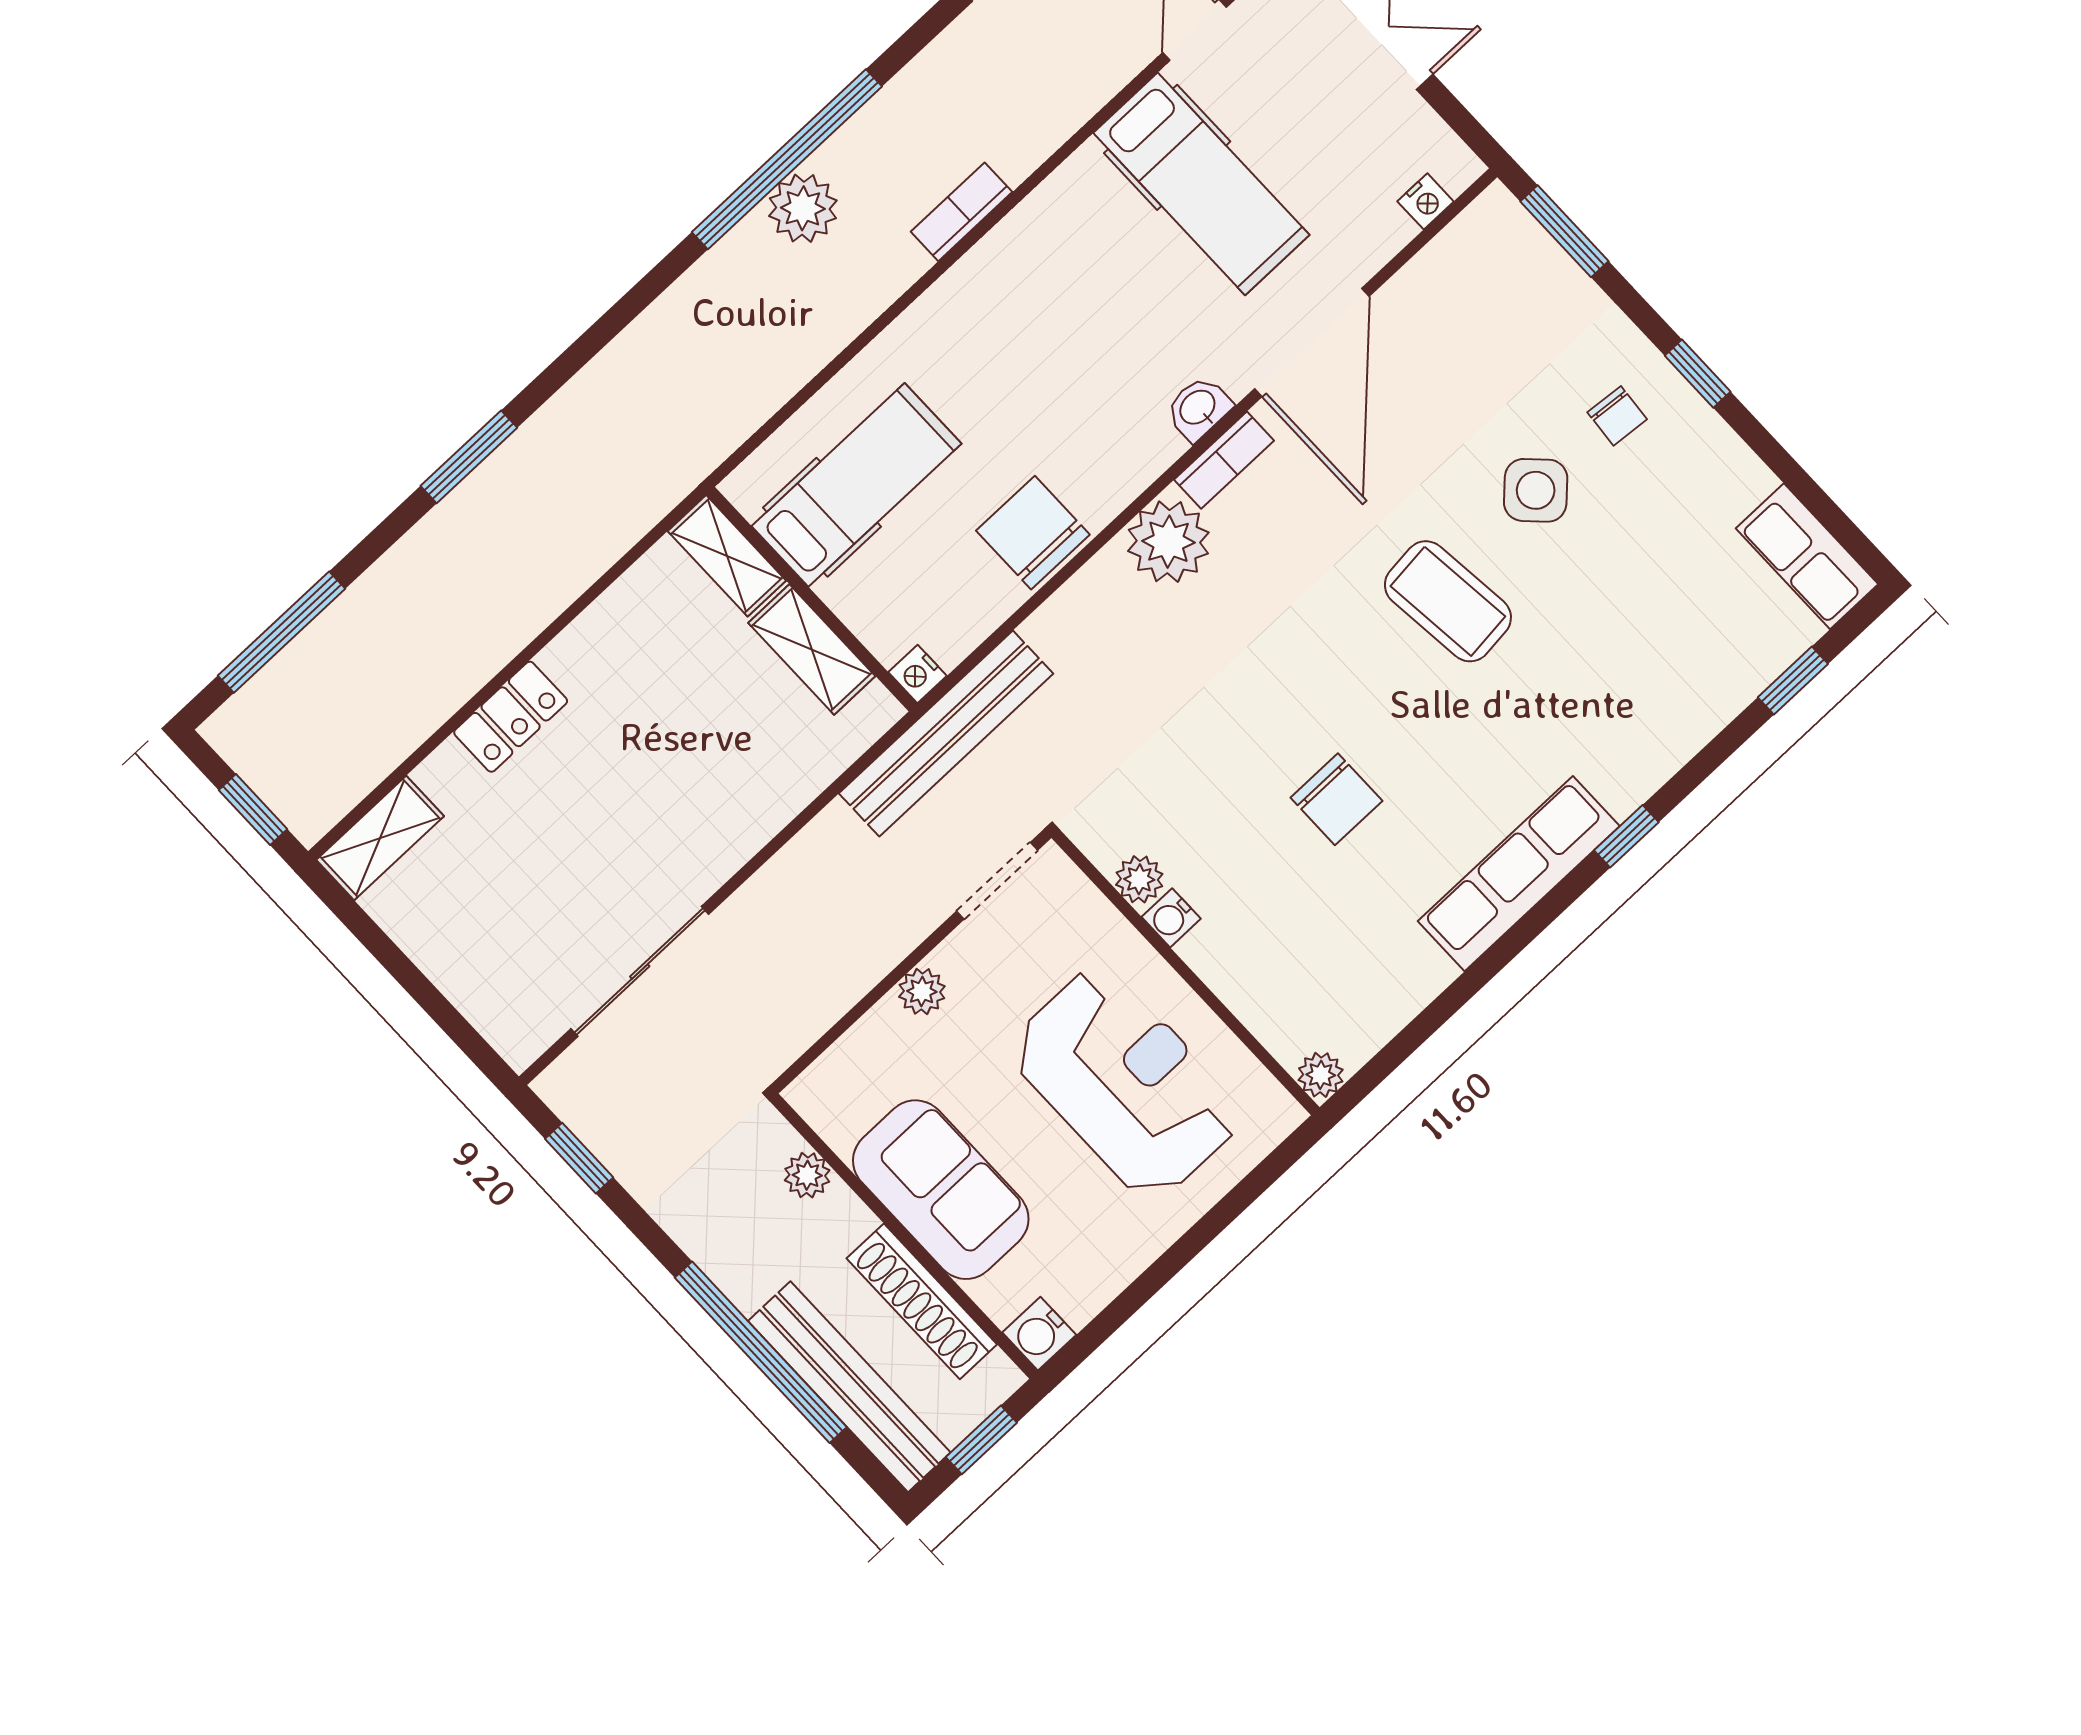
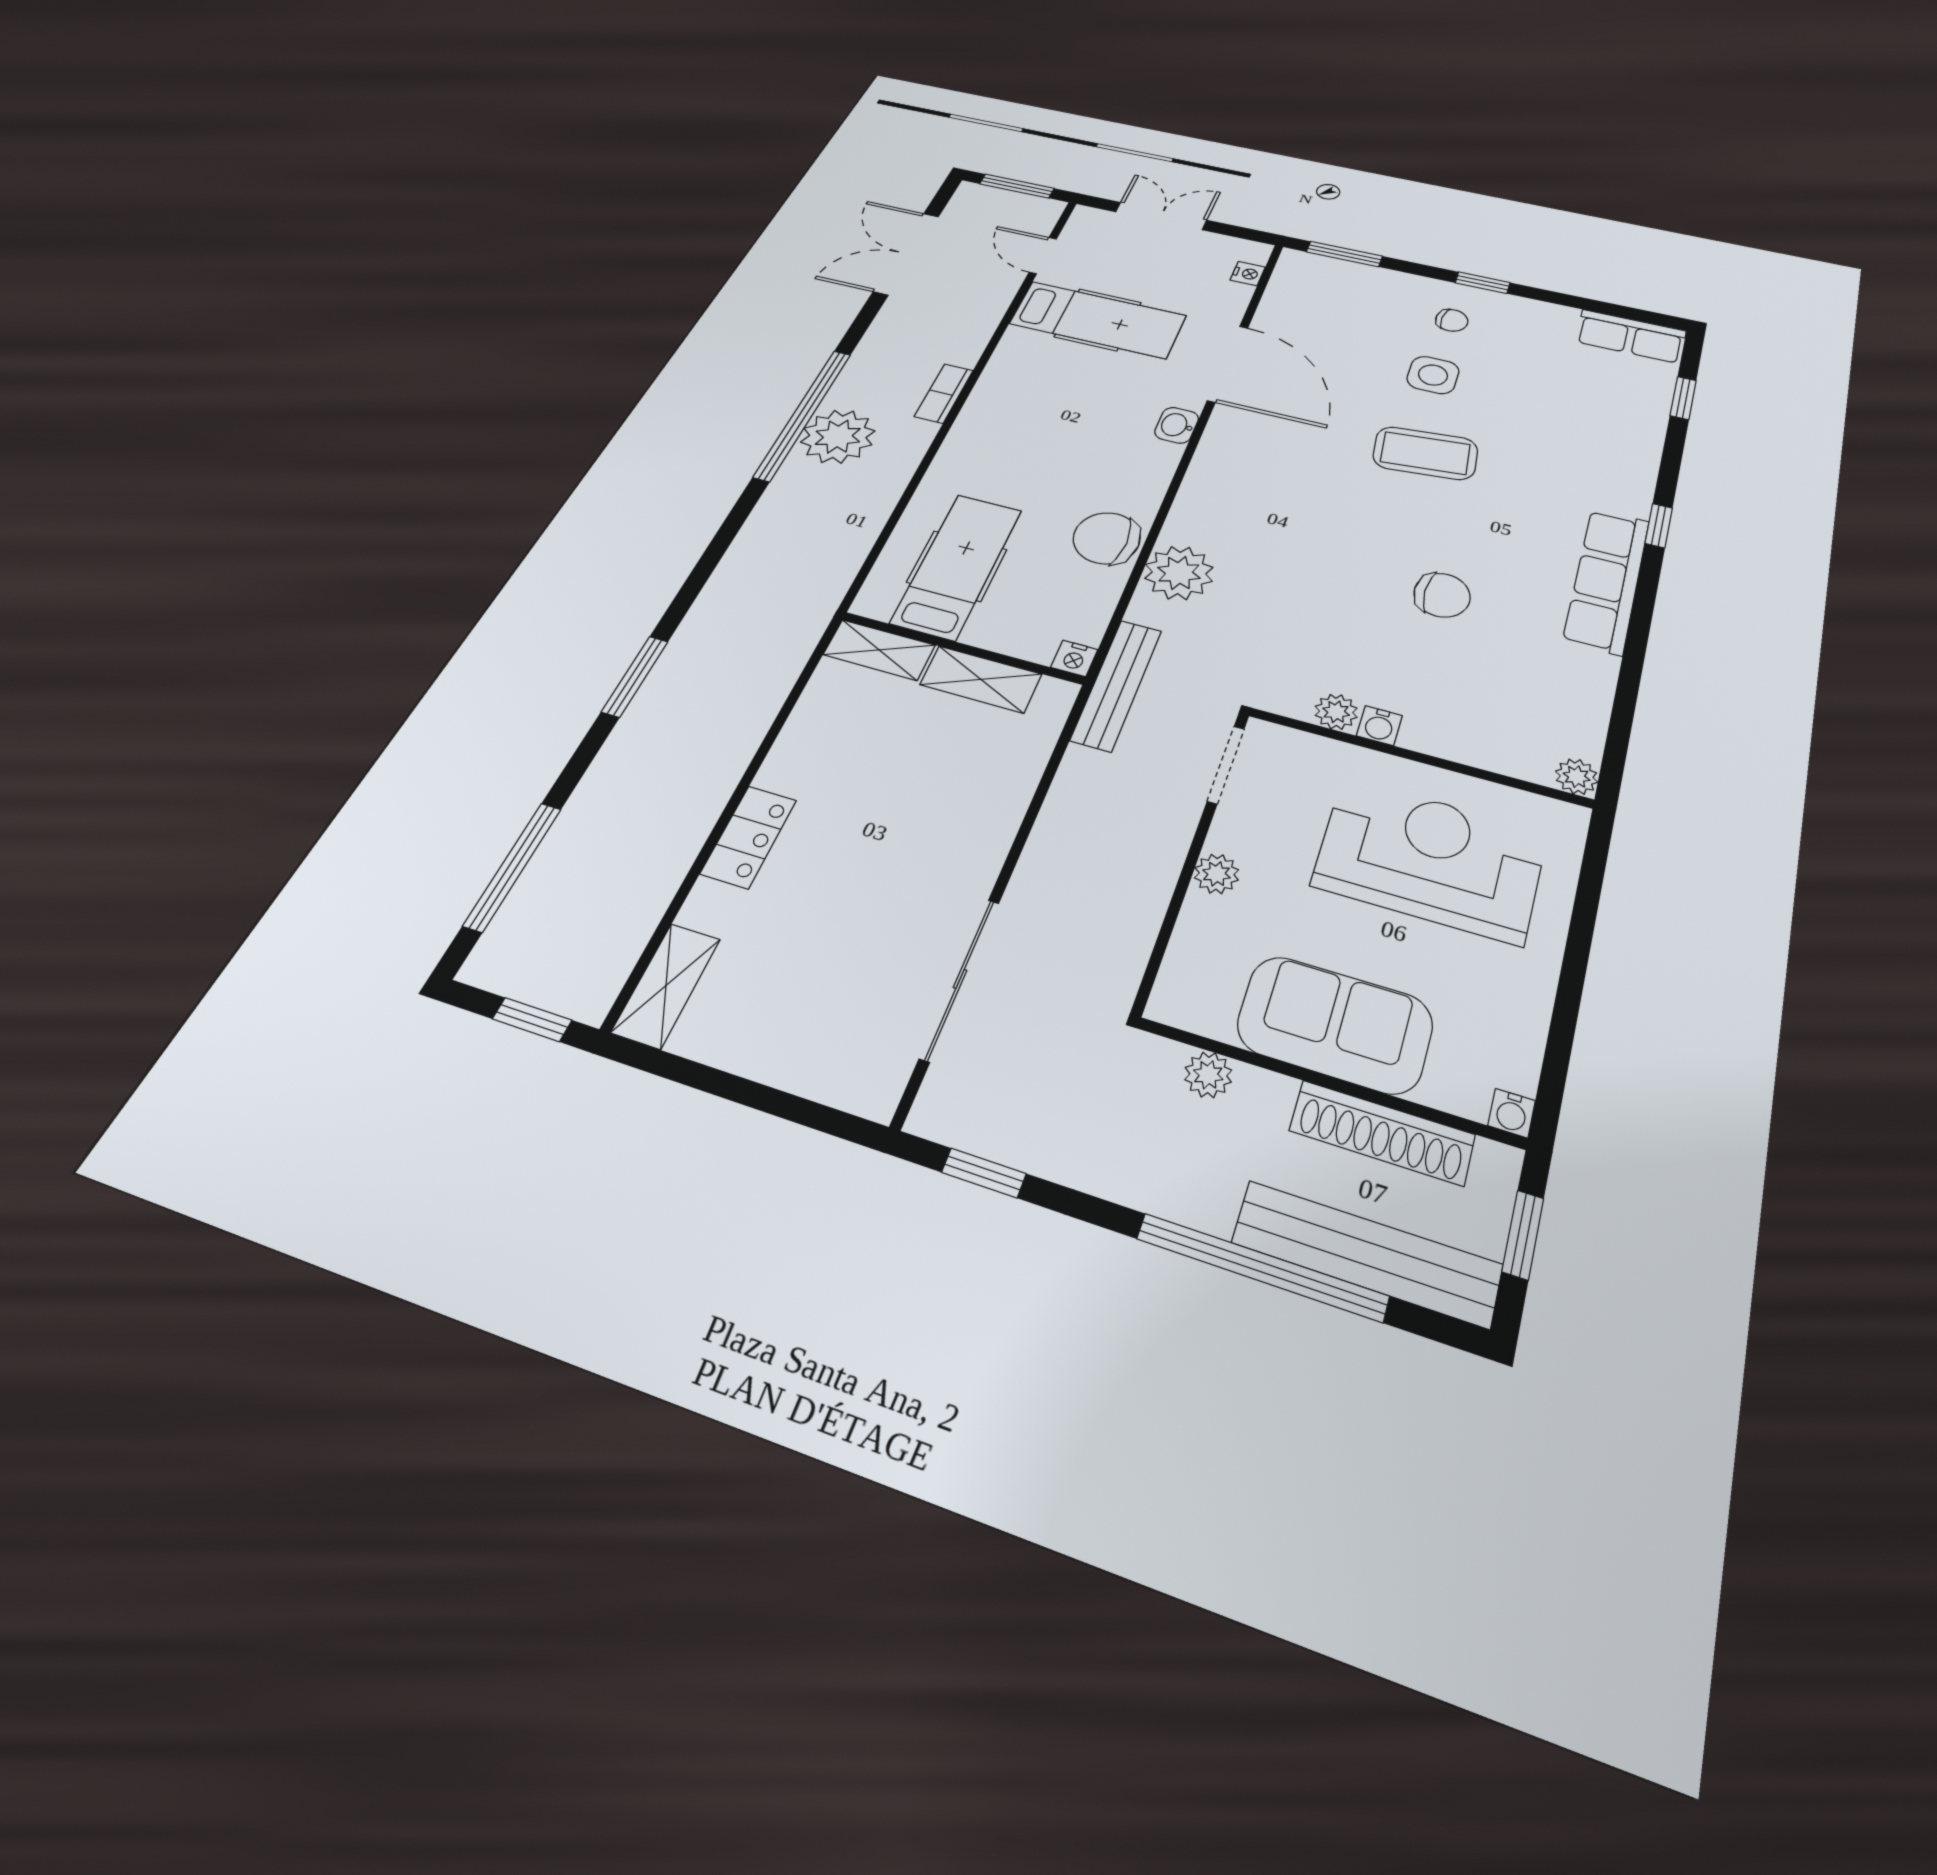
plant: (803, 208) -> (838, 437), width x1.36, depth x1.36
bookcase: (1224, 460) -> (1214, 444), removed
side table: (1536, 490) -> (1433, 375), turned 45
plant: (1168, 542) -> (1179, 573), moved
bench: (946, 734) -> (1116, 685), width x0.73, depth x0.82
water cooler: (1039, 1334) -> (1512, 1113), width x0.72, depth x0.72

